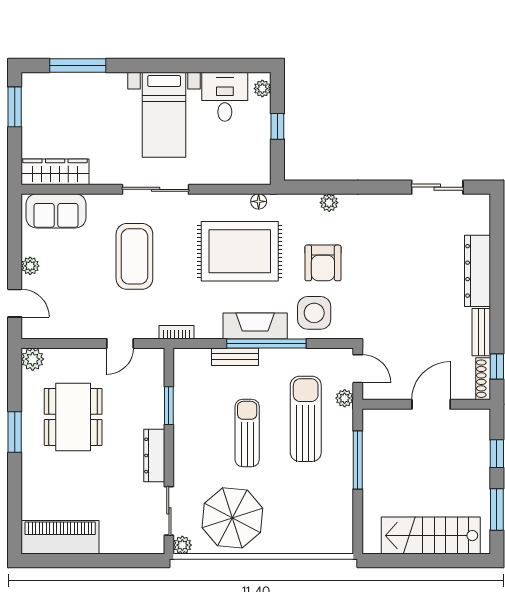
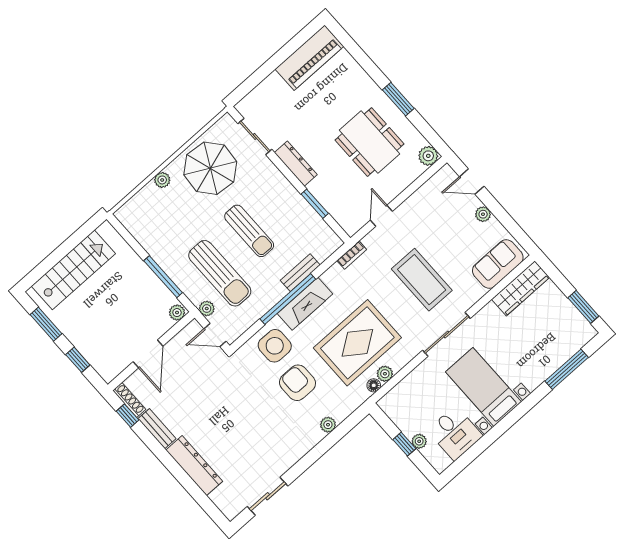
plant: (262, 89) -> (419, 441), moved
plant: (240, 203) -> (385, 374), added
plant: (374, 418) -> (177, 313), added
plant: (182, 545) -> (162, 180), moved

